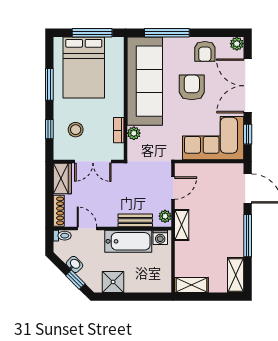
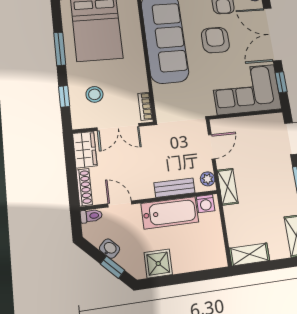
bookcase: (119, 130) -> (145, 106), moved
plant: (134, 133) -> (160, 92), removed

